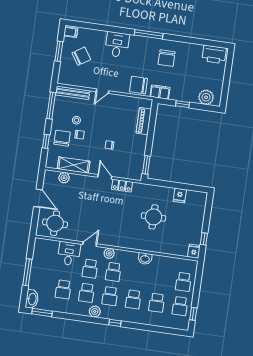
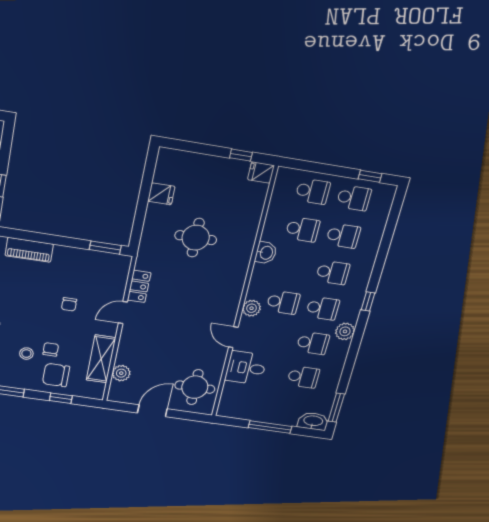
school desk: (90, 269) -> (303, 229), moved

